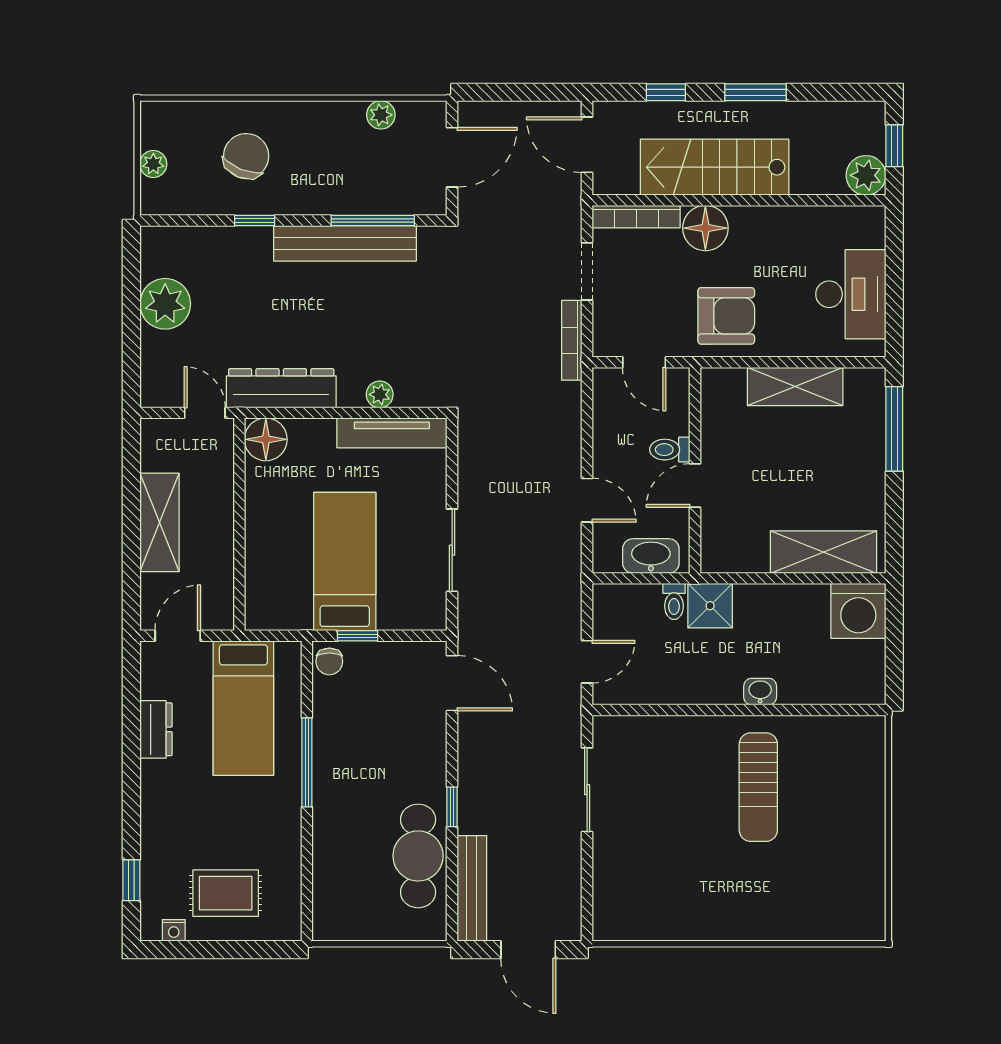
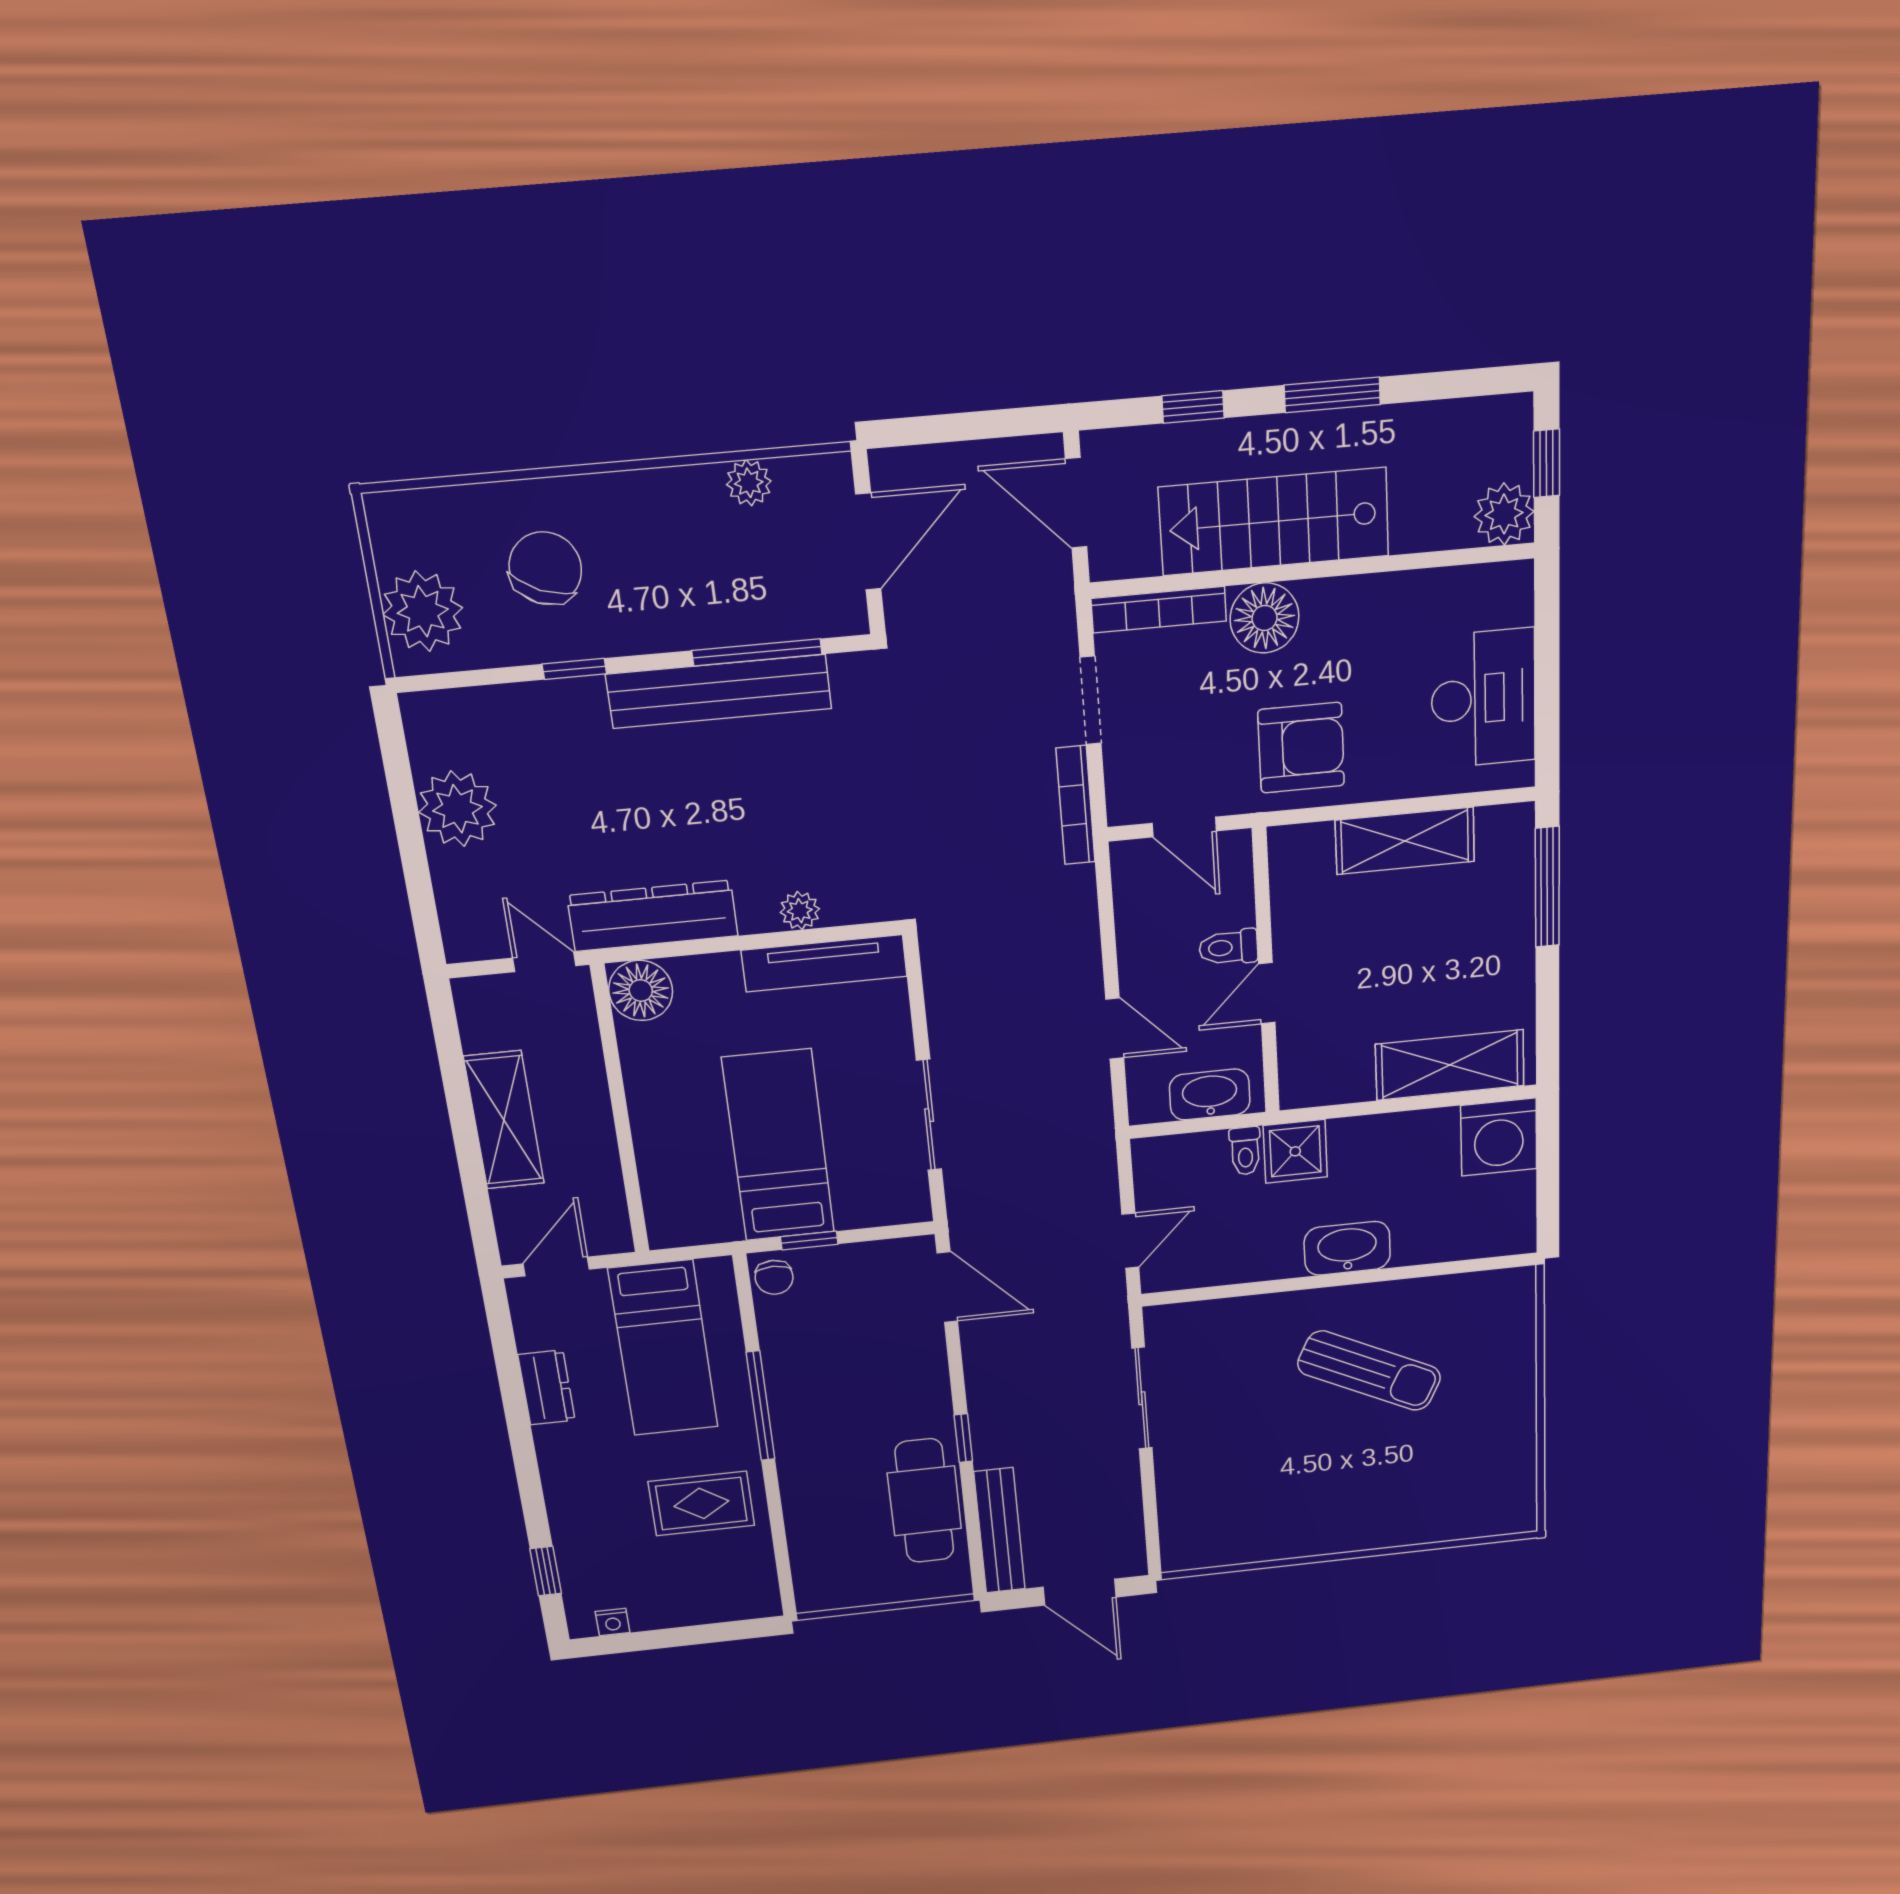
plant: (153, 164) -> (423, 611), width x1.88, depth x1.88
washbasin: (760, 692) -> (1347, 1248), width x1.91, depth x1.45
sun lounger: (758, 787) -> (1369, 1371), turned -64
rug: (226, 893) -> (701, 1504), moved

